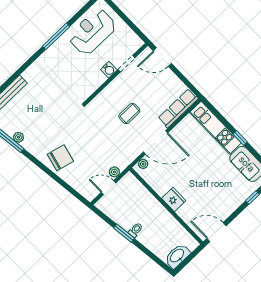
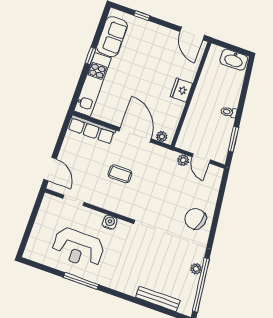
reception desk: (92, 32) -> (78, 248), moved
water cooler: (109, 70) -> (110, 222), moved
window: (124, 233) -> (233, 139), moved

